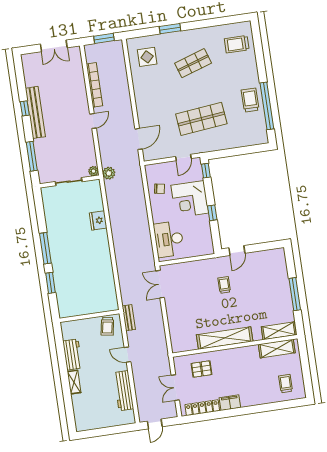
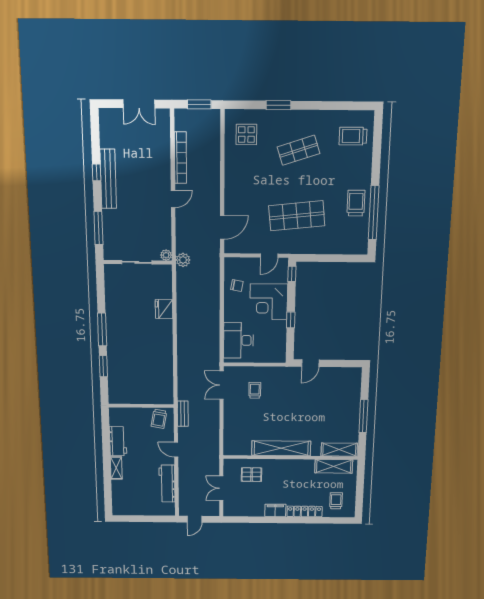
trolley: (224, 285) -> (255, 390), moved
locker: (202, 408) -> (305, 511), moved

